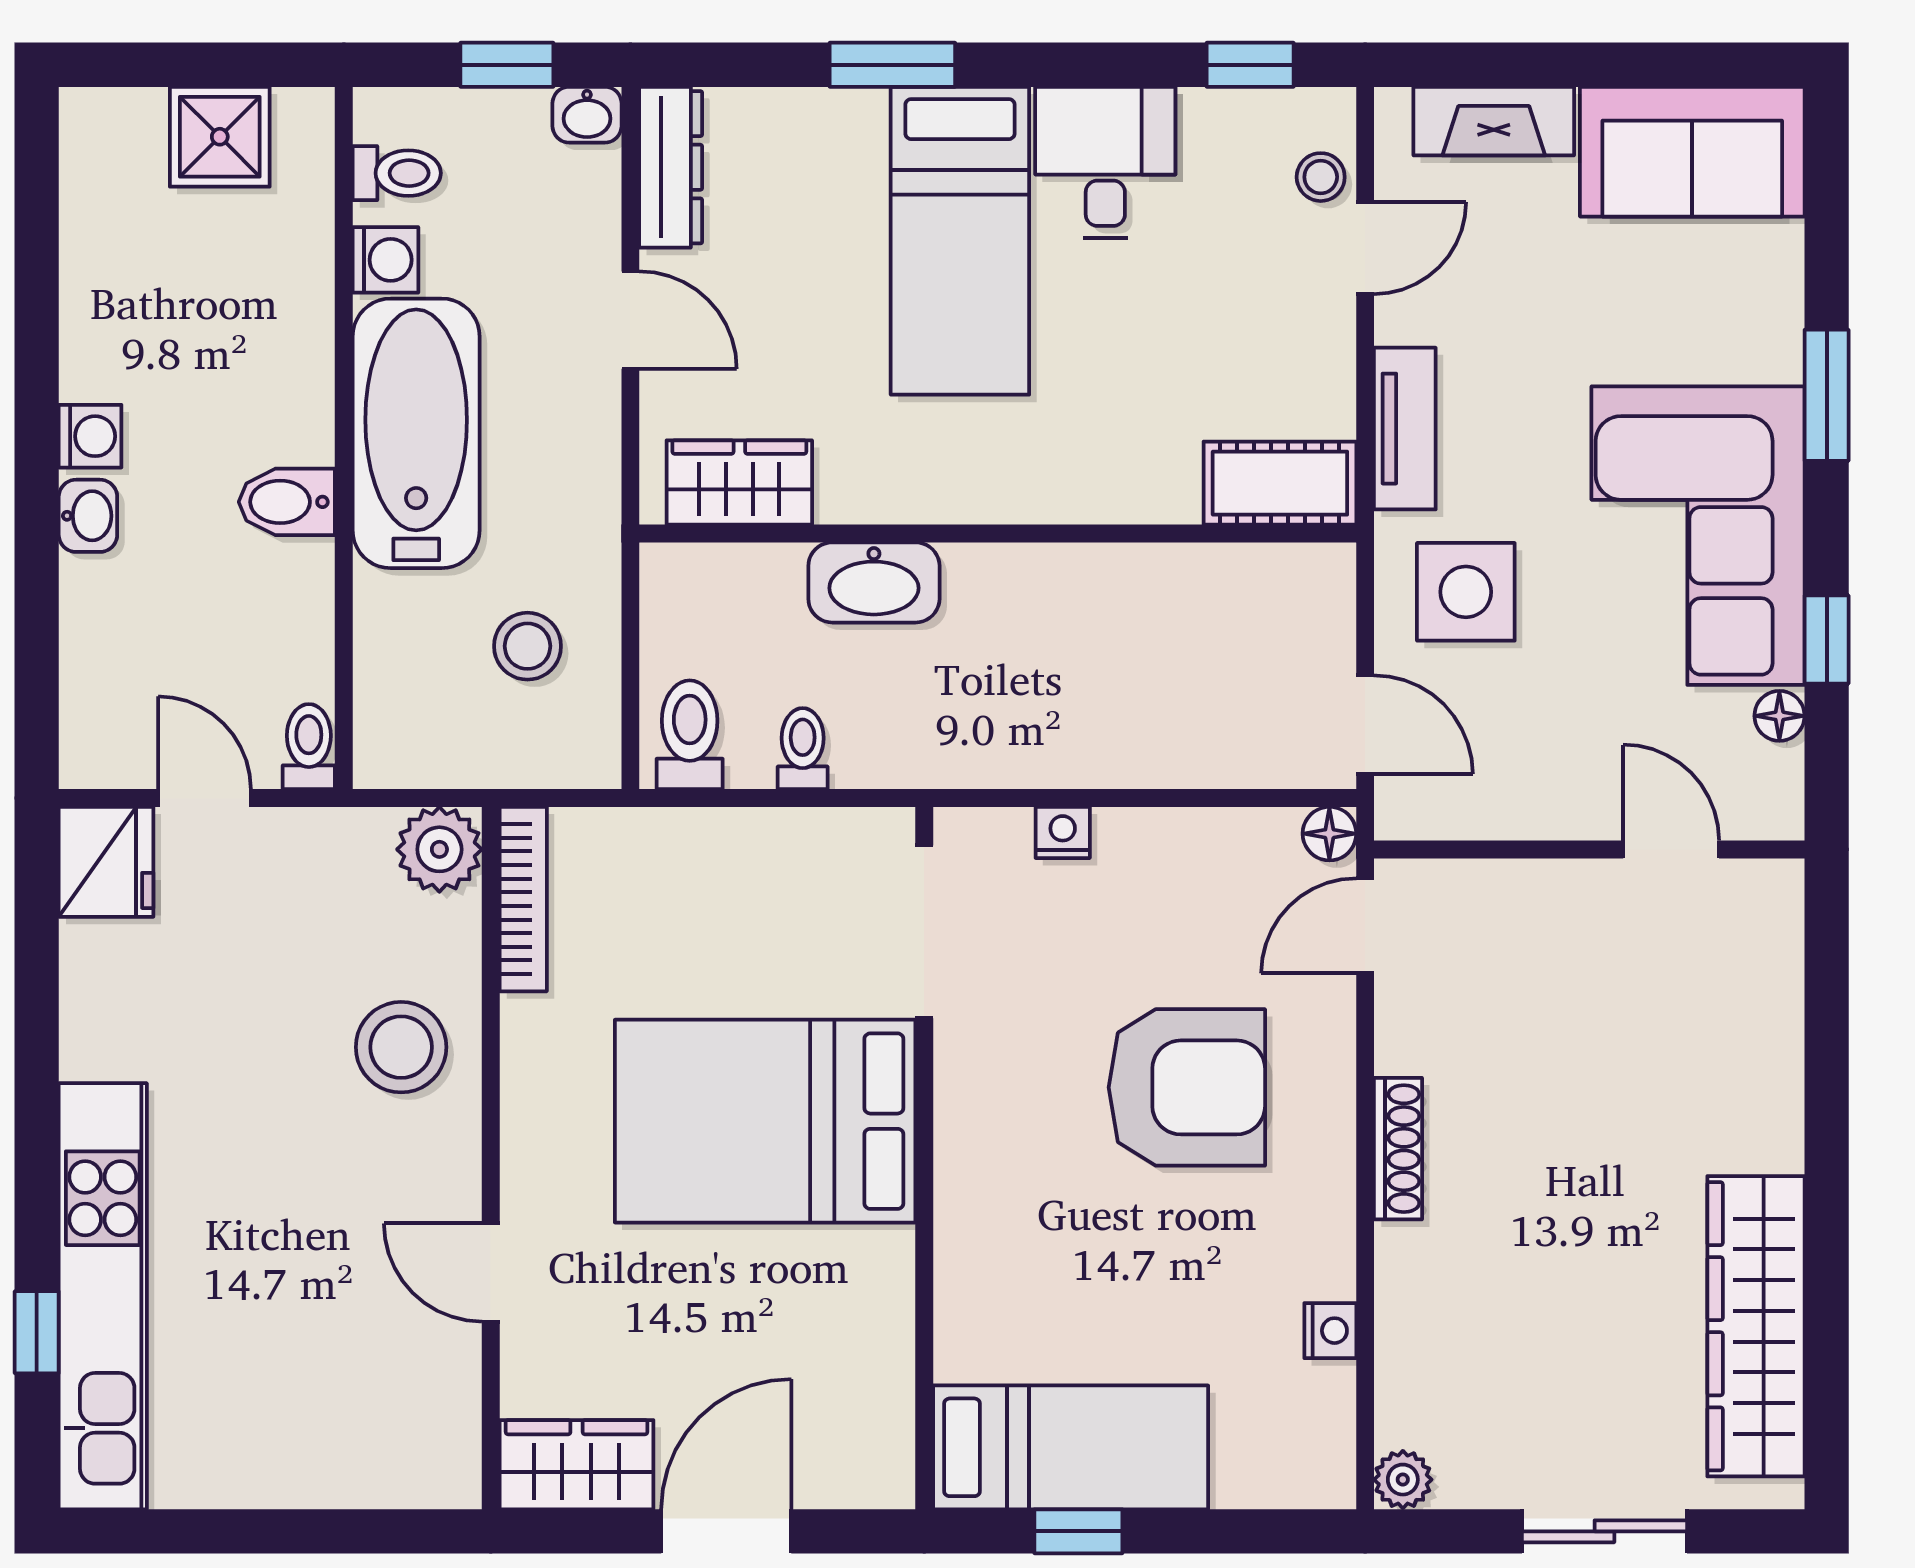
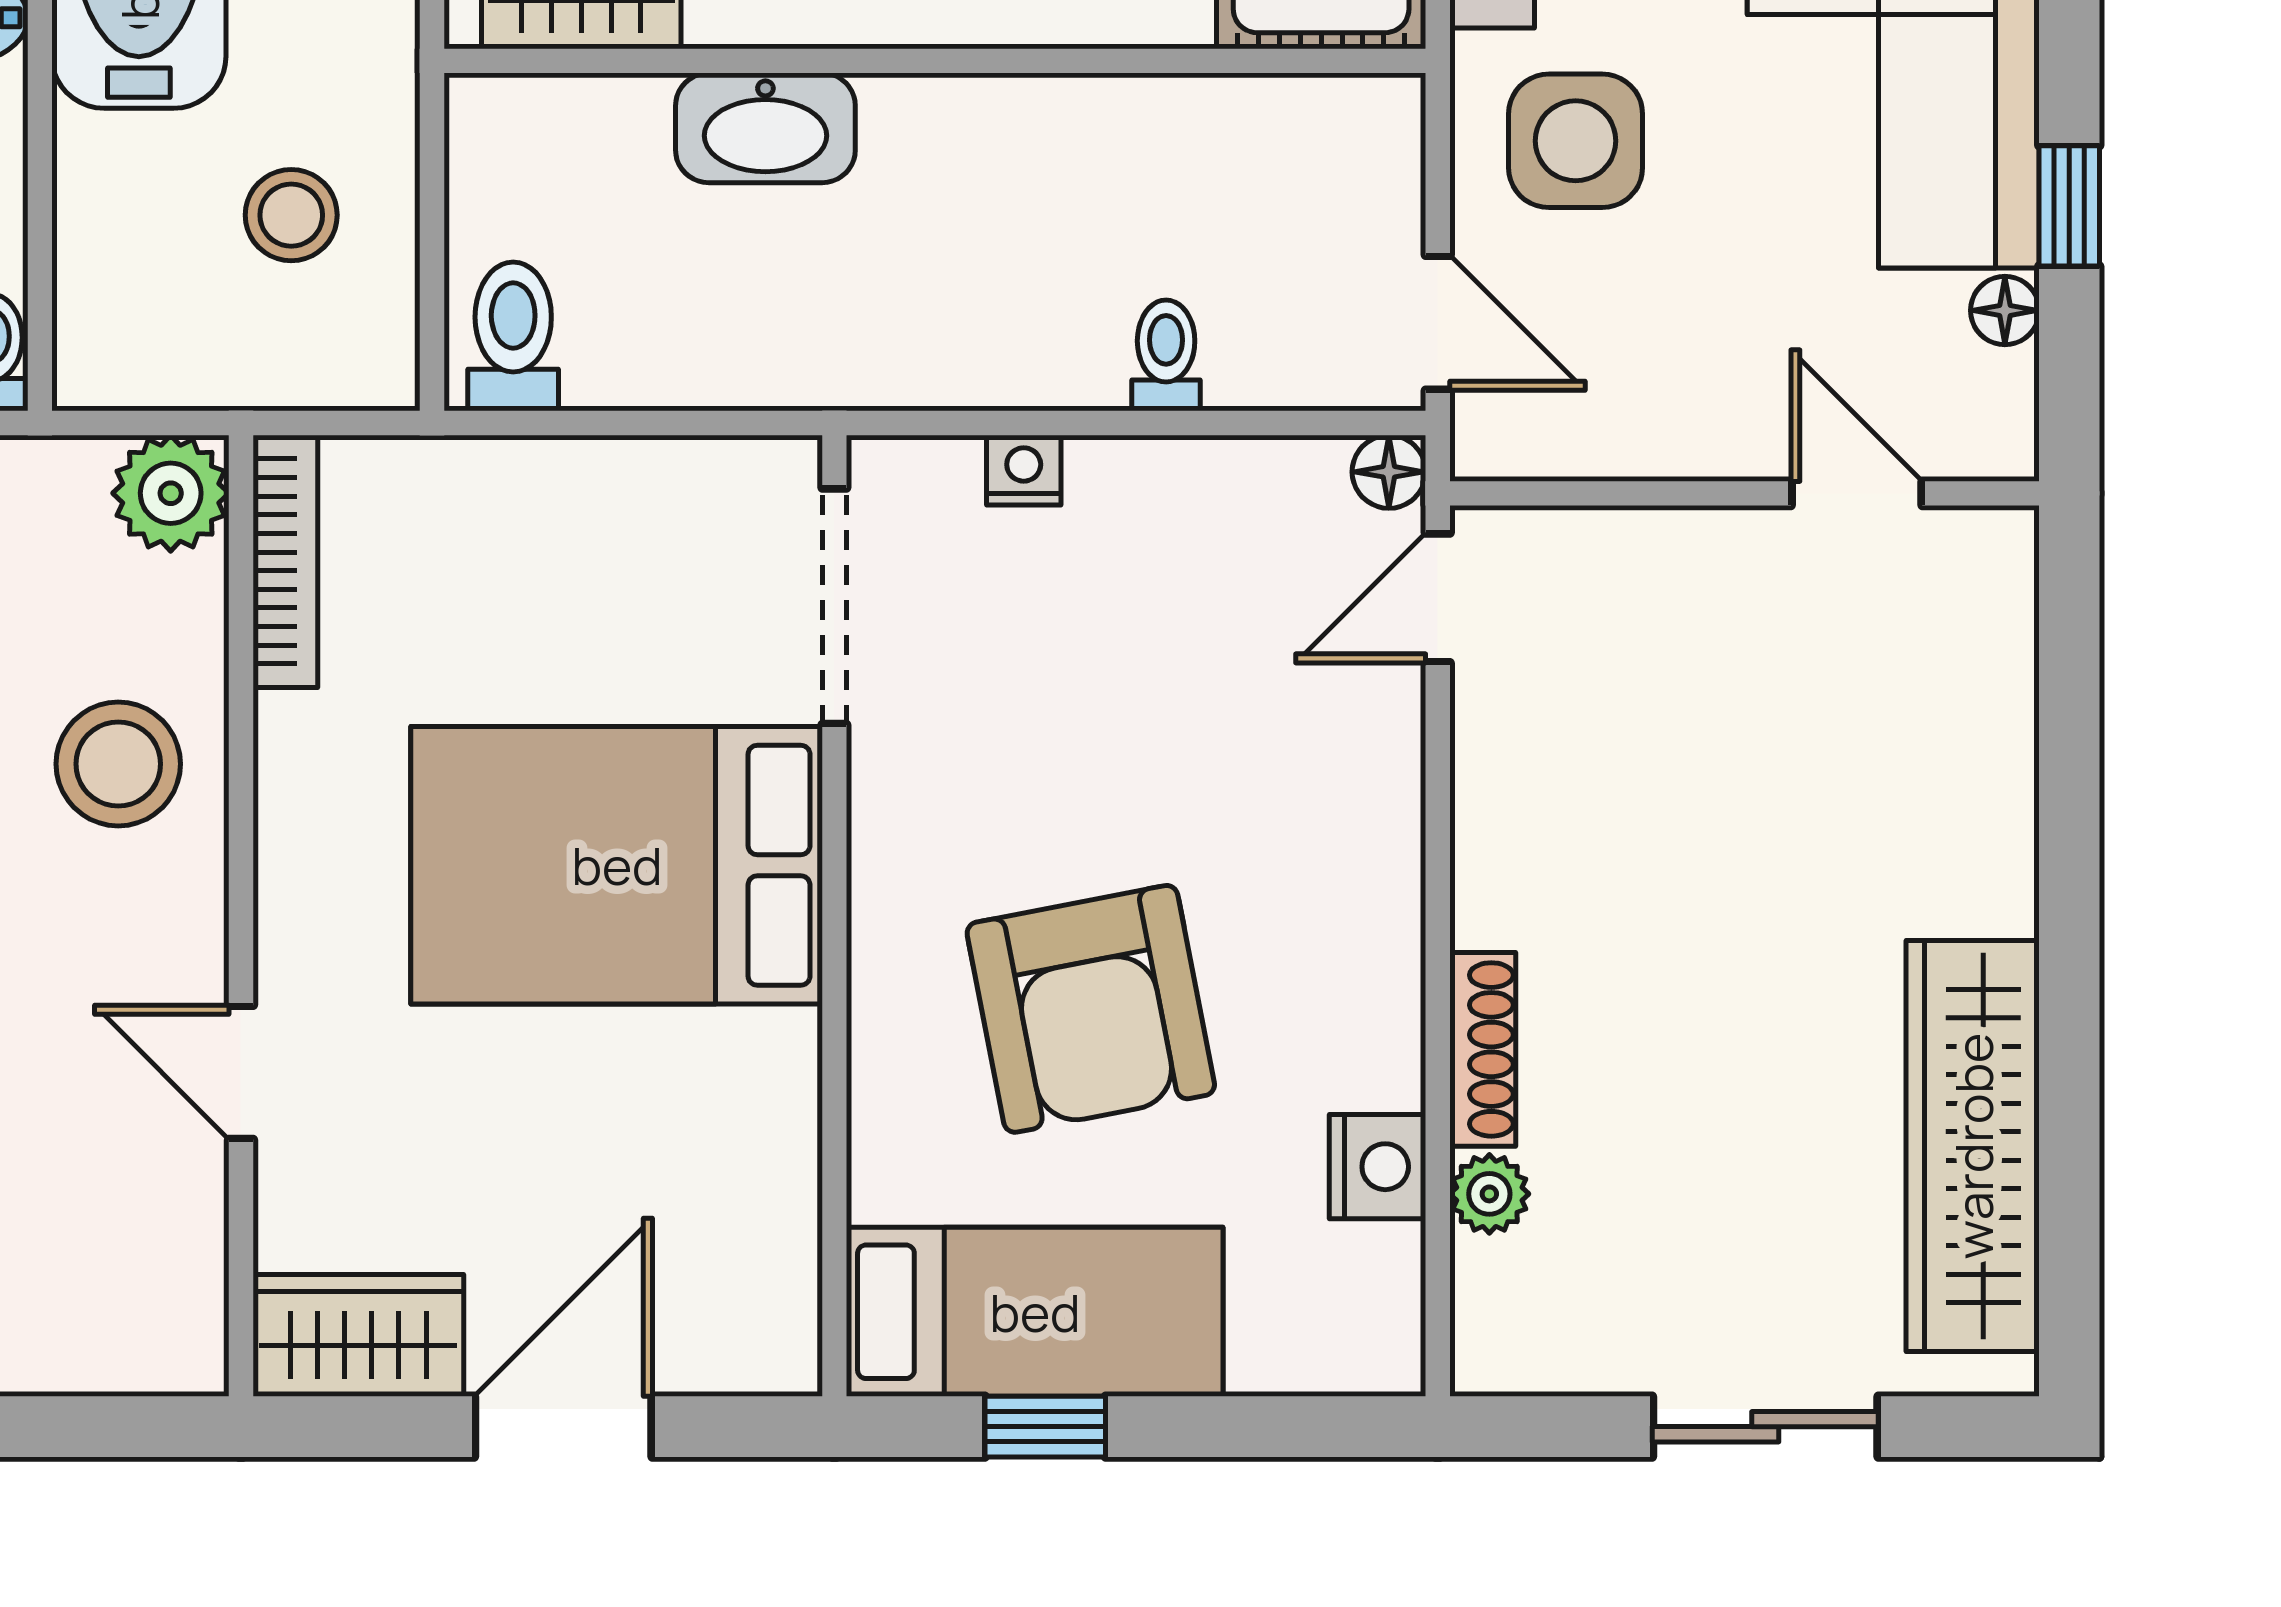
toilet: (803, 749) -> (1166, 355), moved
armchair: (1187, 1087) -> (1091, 1009), moved, turned 79
shoe rack: (1398, 1149) -> (1483, 1049), moved
nightstand: (1330, 1331) -> (1377, 1167), width x1.39, depth x1.35
plant: (1403, 1480) -> (1489, 1194), moved

